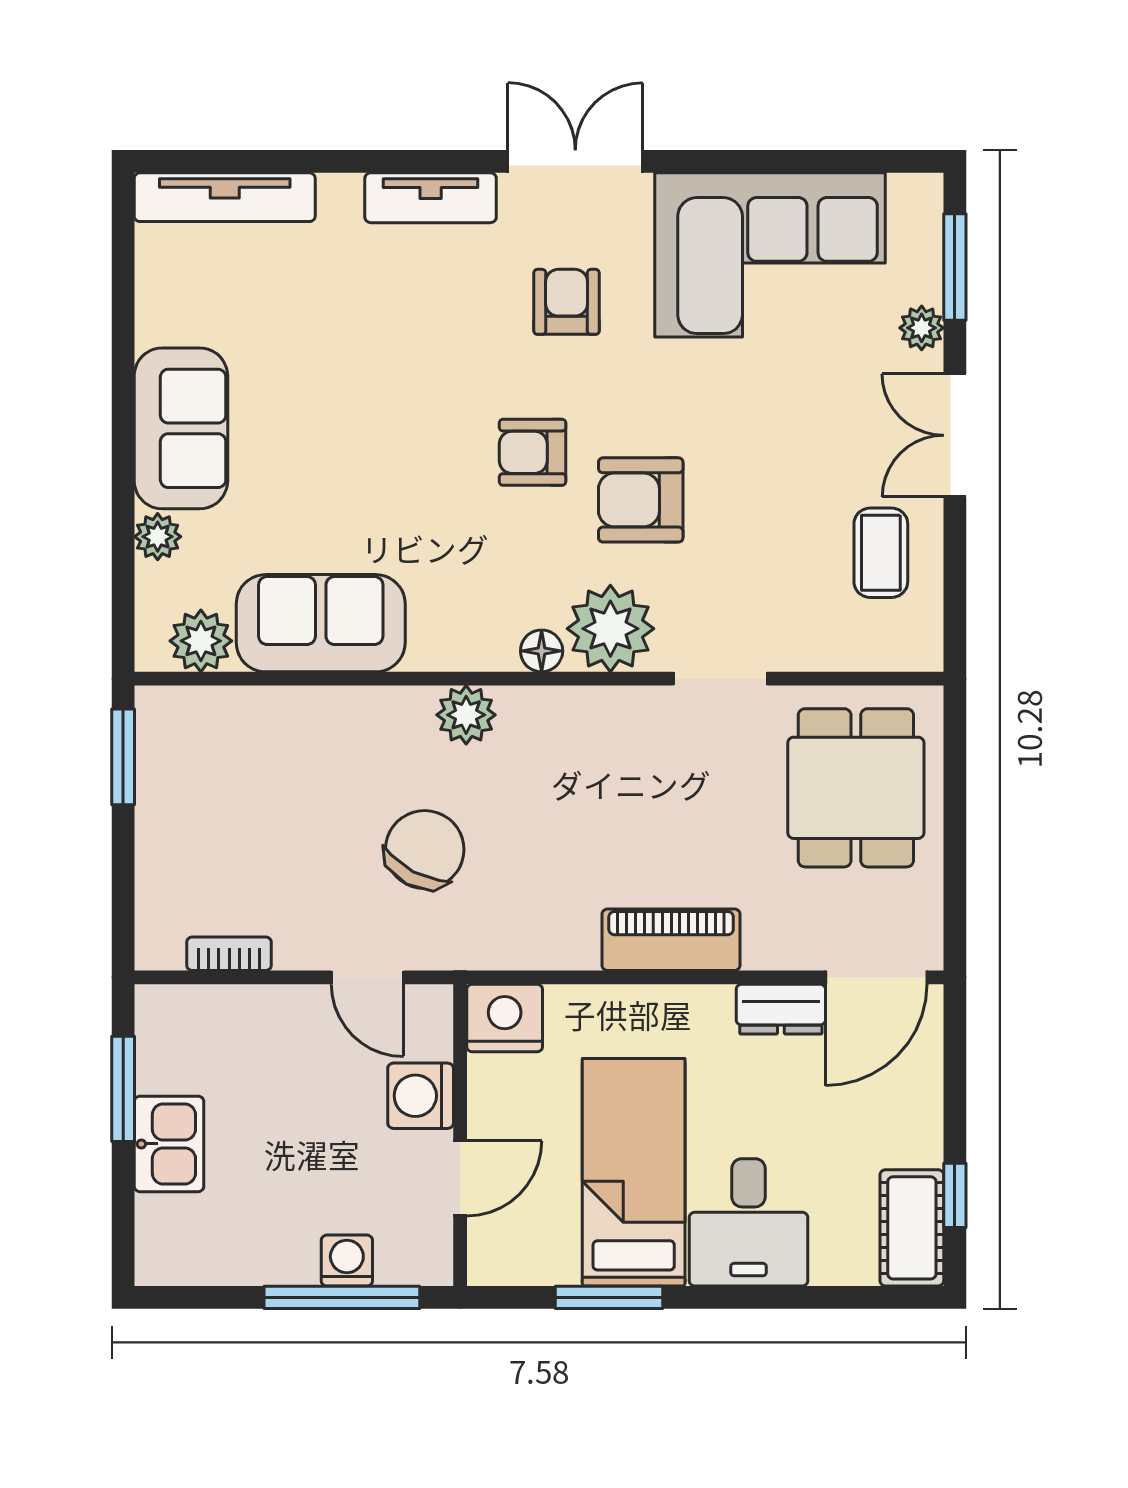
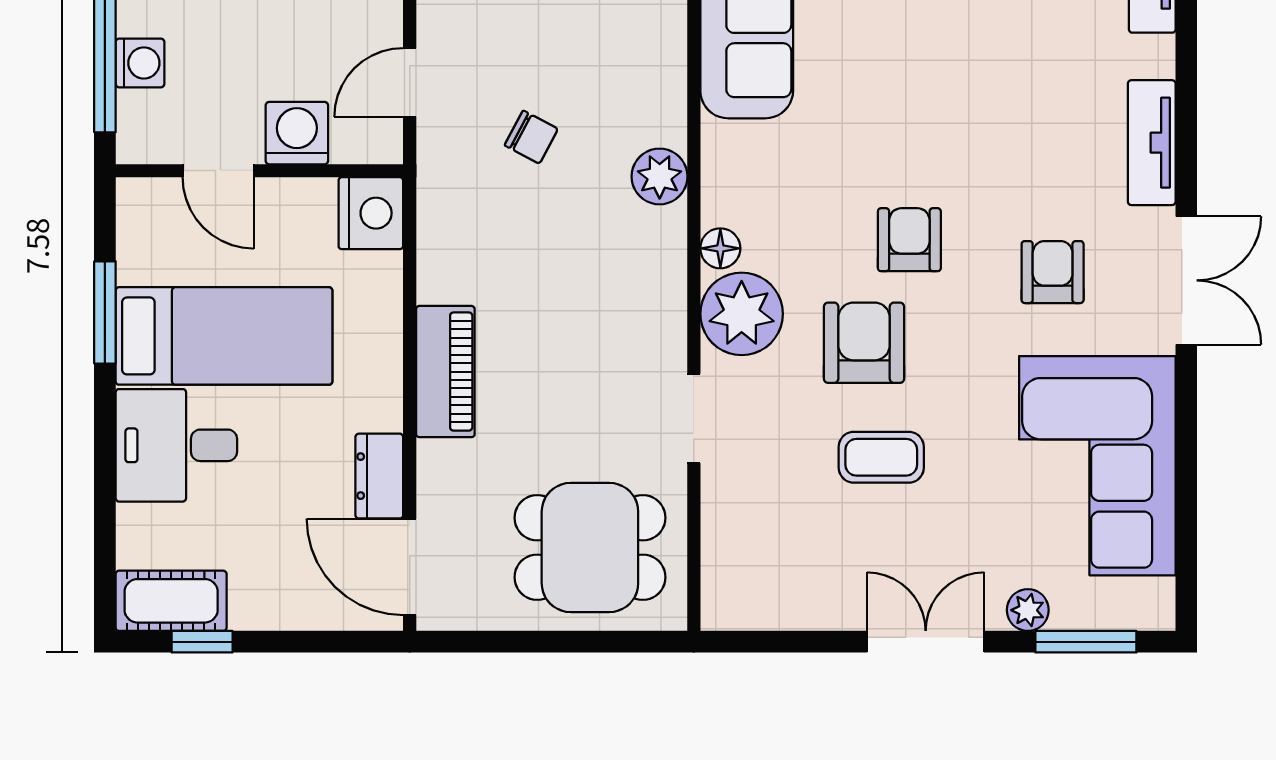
armchair: (567, 302) -> (1053, 272), turned -90
coffee table: (881, 553) -> (881, 457), moved
chair: (425, 850) -> (531, 137), width x0.54, depth x0.54

